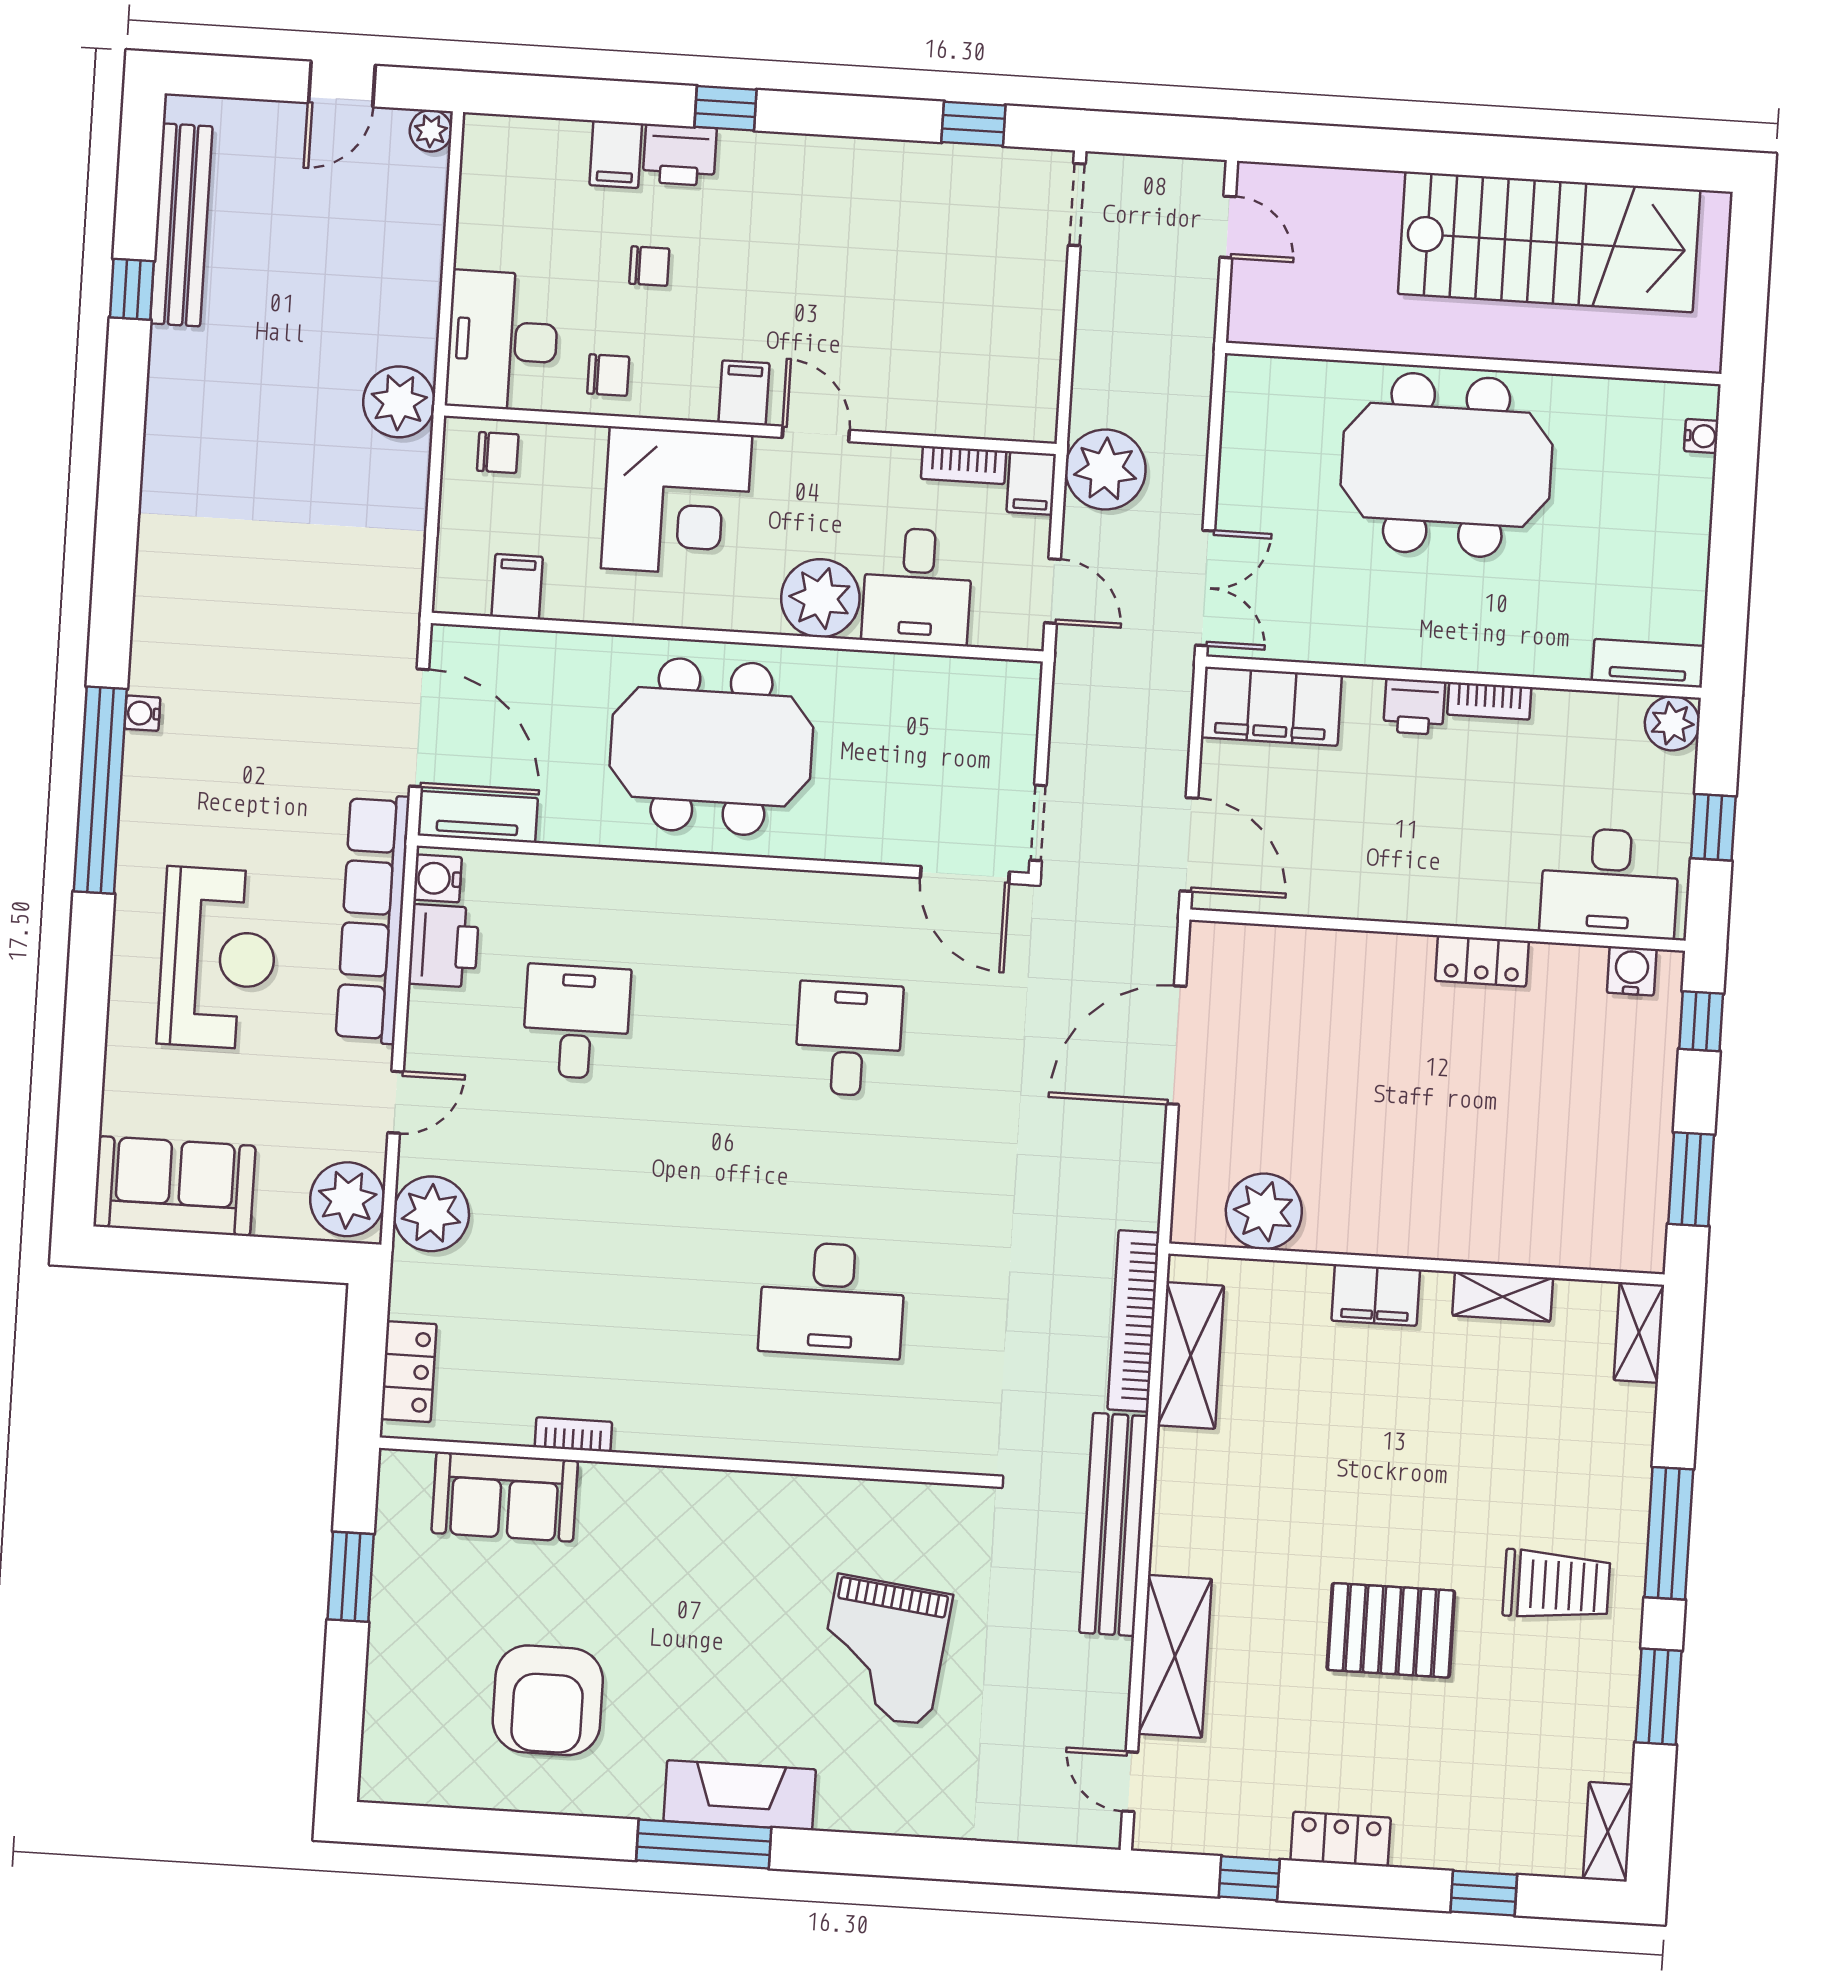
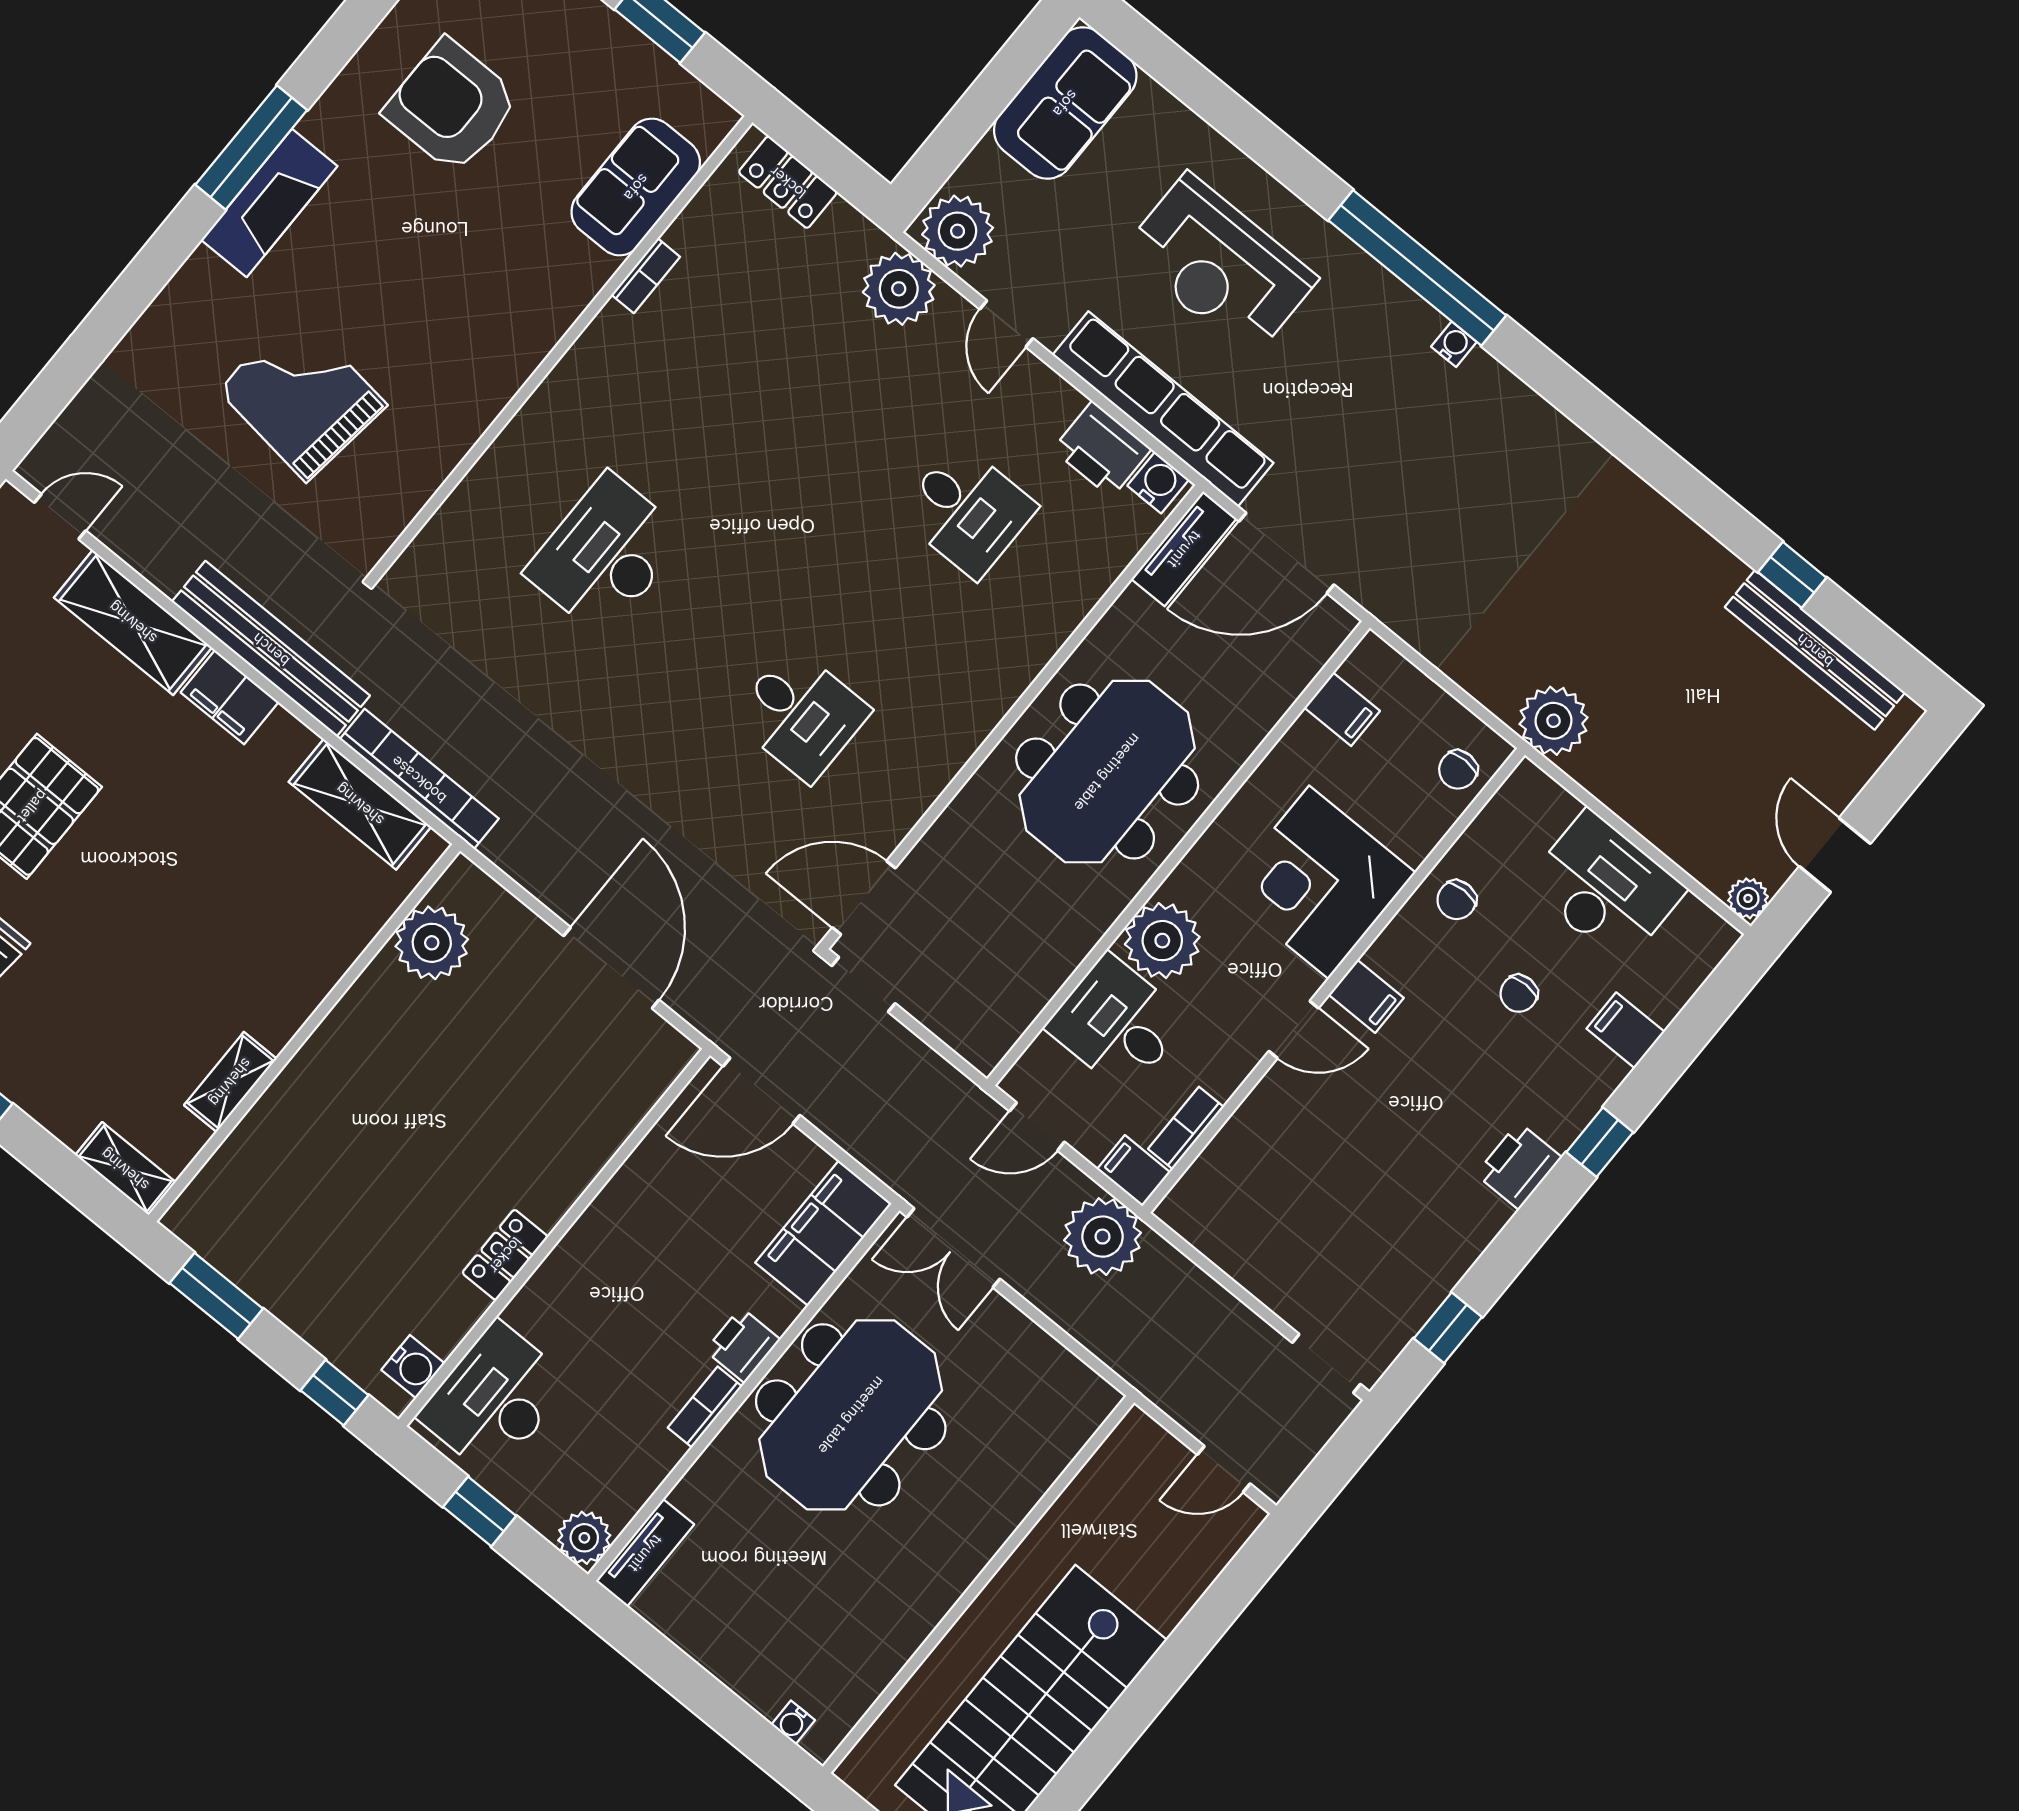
printer: (680, 155) -> (1519, 1166), moved
desk: (502, 341) -> (1605, 887), moved
meeting table: (1447, 465) -> (851, 1415), moved
filing cabinet: (1376, 1295) -> (230, 697), moved, turned -90

